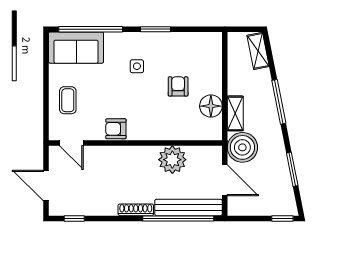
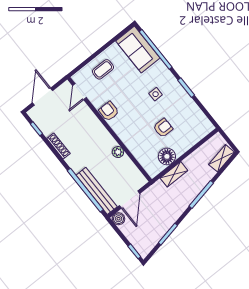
boiler: (242, 147) -> (119, 219), moved, width x0.54, depth x0.54
plant: (172, 160) -> (118, 152), width x0.53, depth x0.53
shoe rack: (136, 210) -> (58, 146), moved

